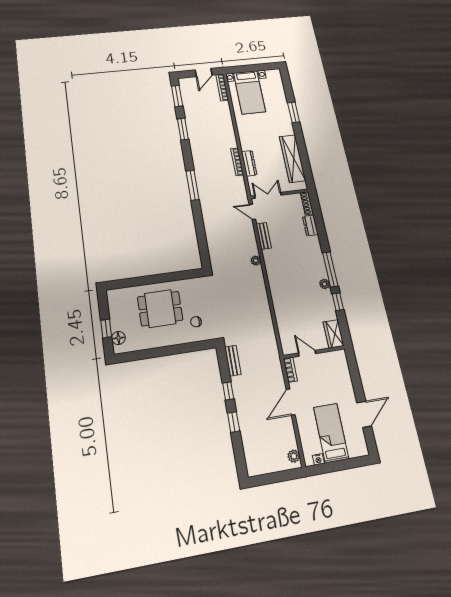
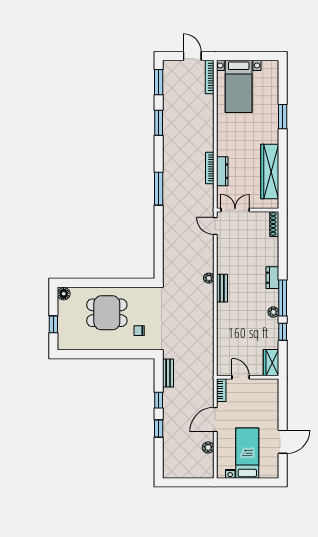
door: (204, 73) -> (192, 56), swing flipped
dresser: (310, 226) -> (272, 278), moved
bench: (264, 236) -> (222, 288), moved
floor lamp: (118, 338) -> (64, 294), moved
plant: (294, 456) -> (208, 447), moved

